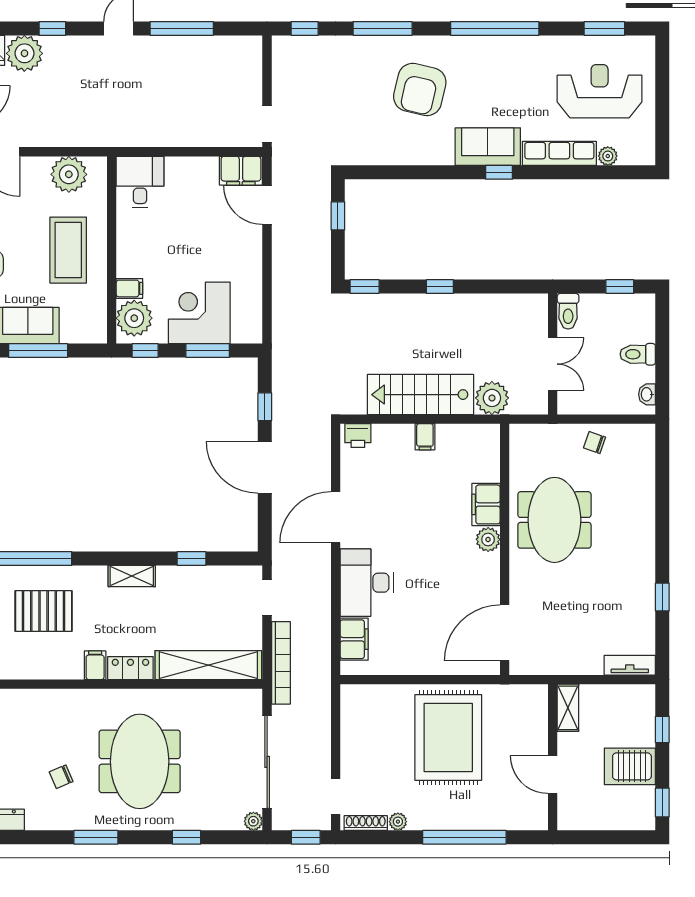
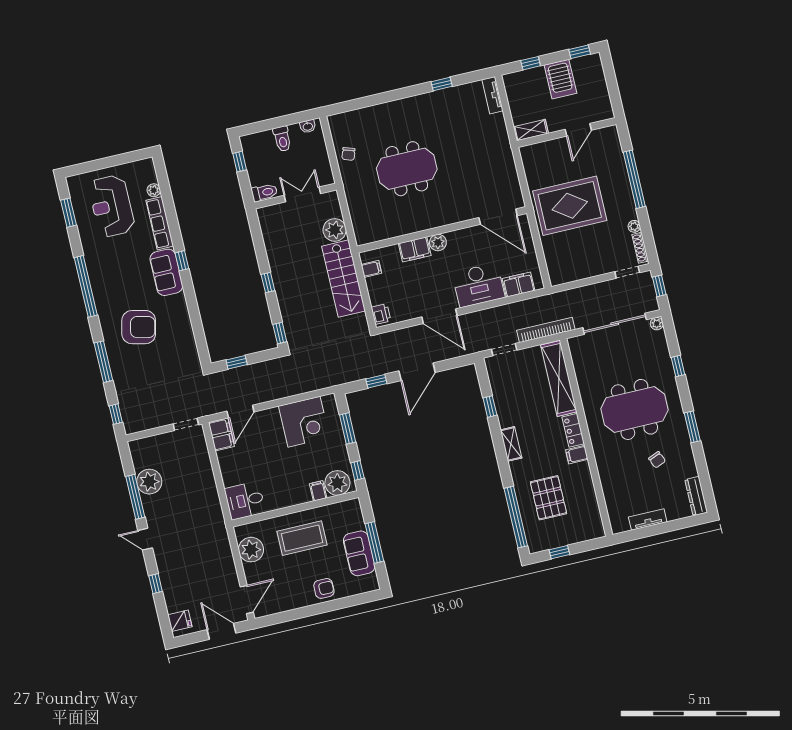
plant: (24, 53) -> (149, 482), moved
corner desk: (199, 313) -> (304, 422), moved, turned -90
filing cabinet: (486, 504) -> (415, 249), moved
plant: (488, 539) -> (438, 243), moved
wall: (505, 549) -> (442, 230), moved
door: (505, 633) -> (498, 217), moved

